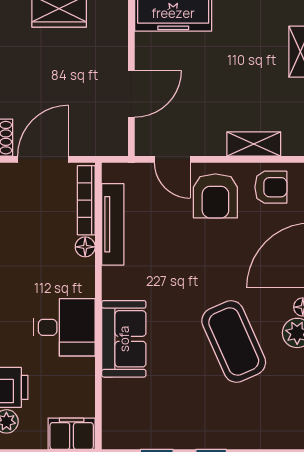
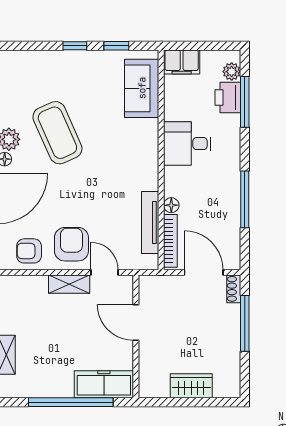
door: (131, 94) -> (136, 322), hinge flipped
shelving: (254, 144) -> (69, 284), moved
door: (43, 159) -> (204, 272), swing flipped
sofa: (124, 339) -> (142, 88), moved

